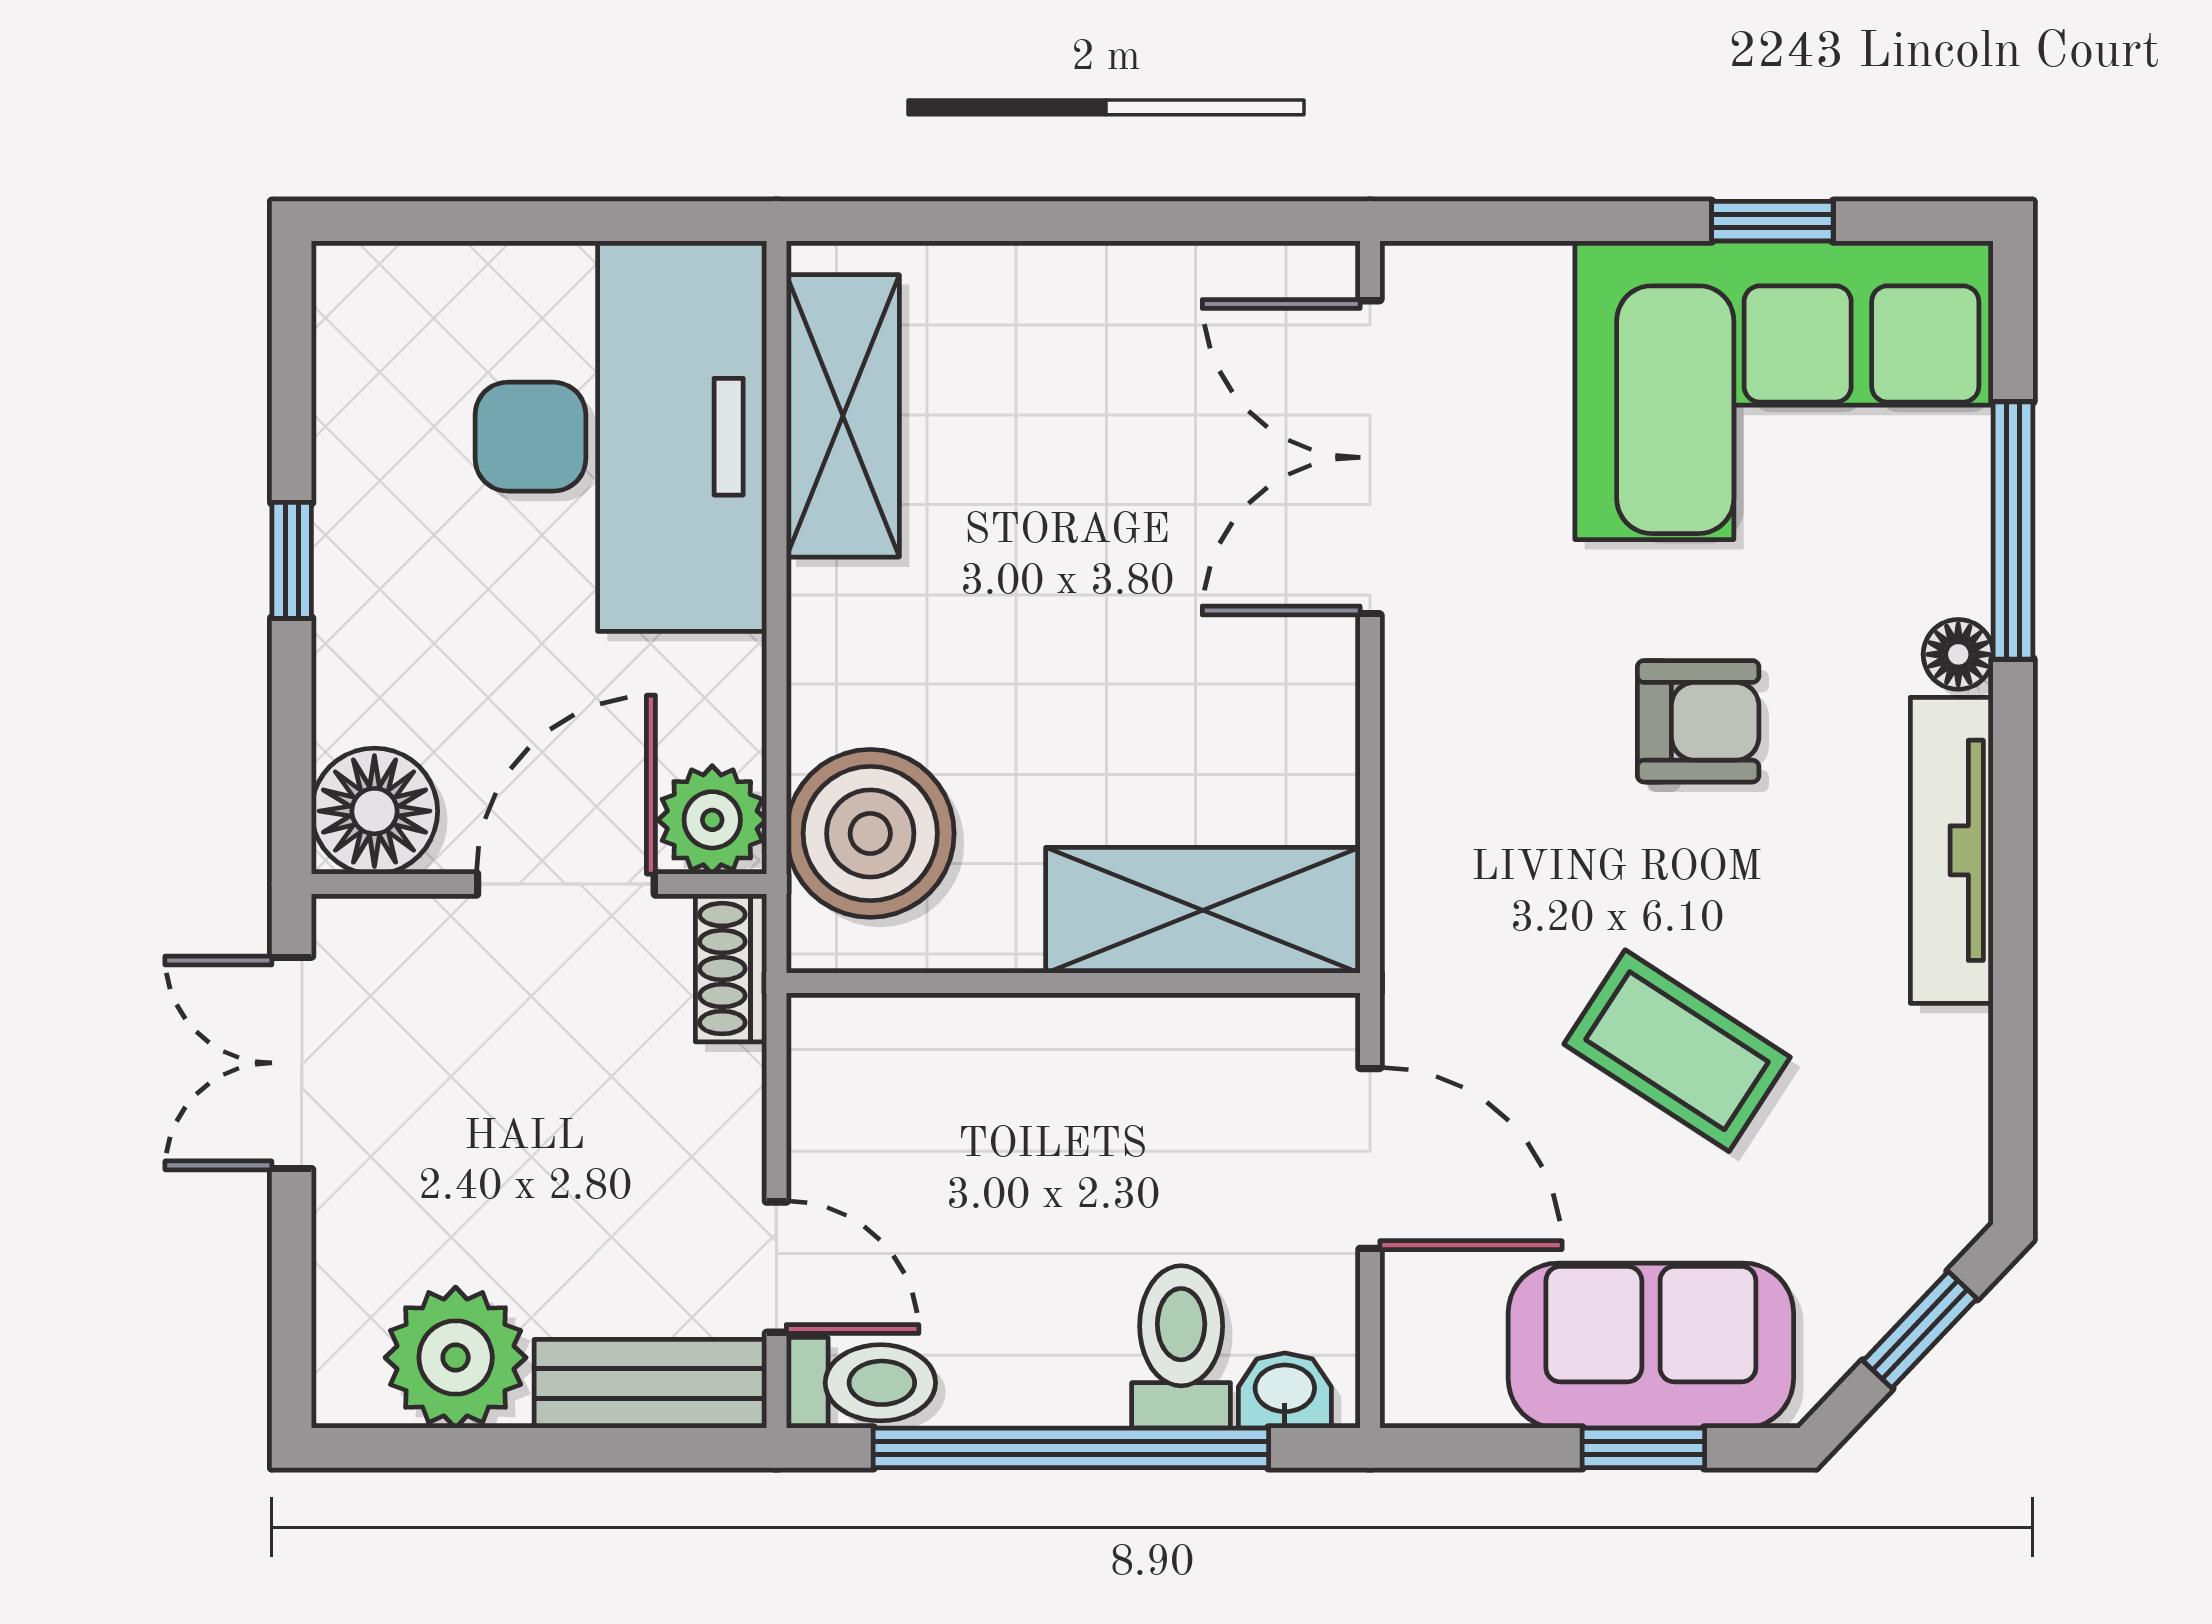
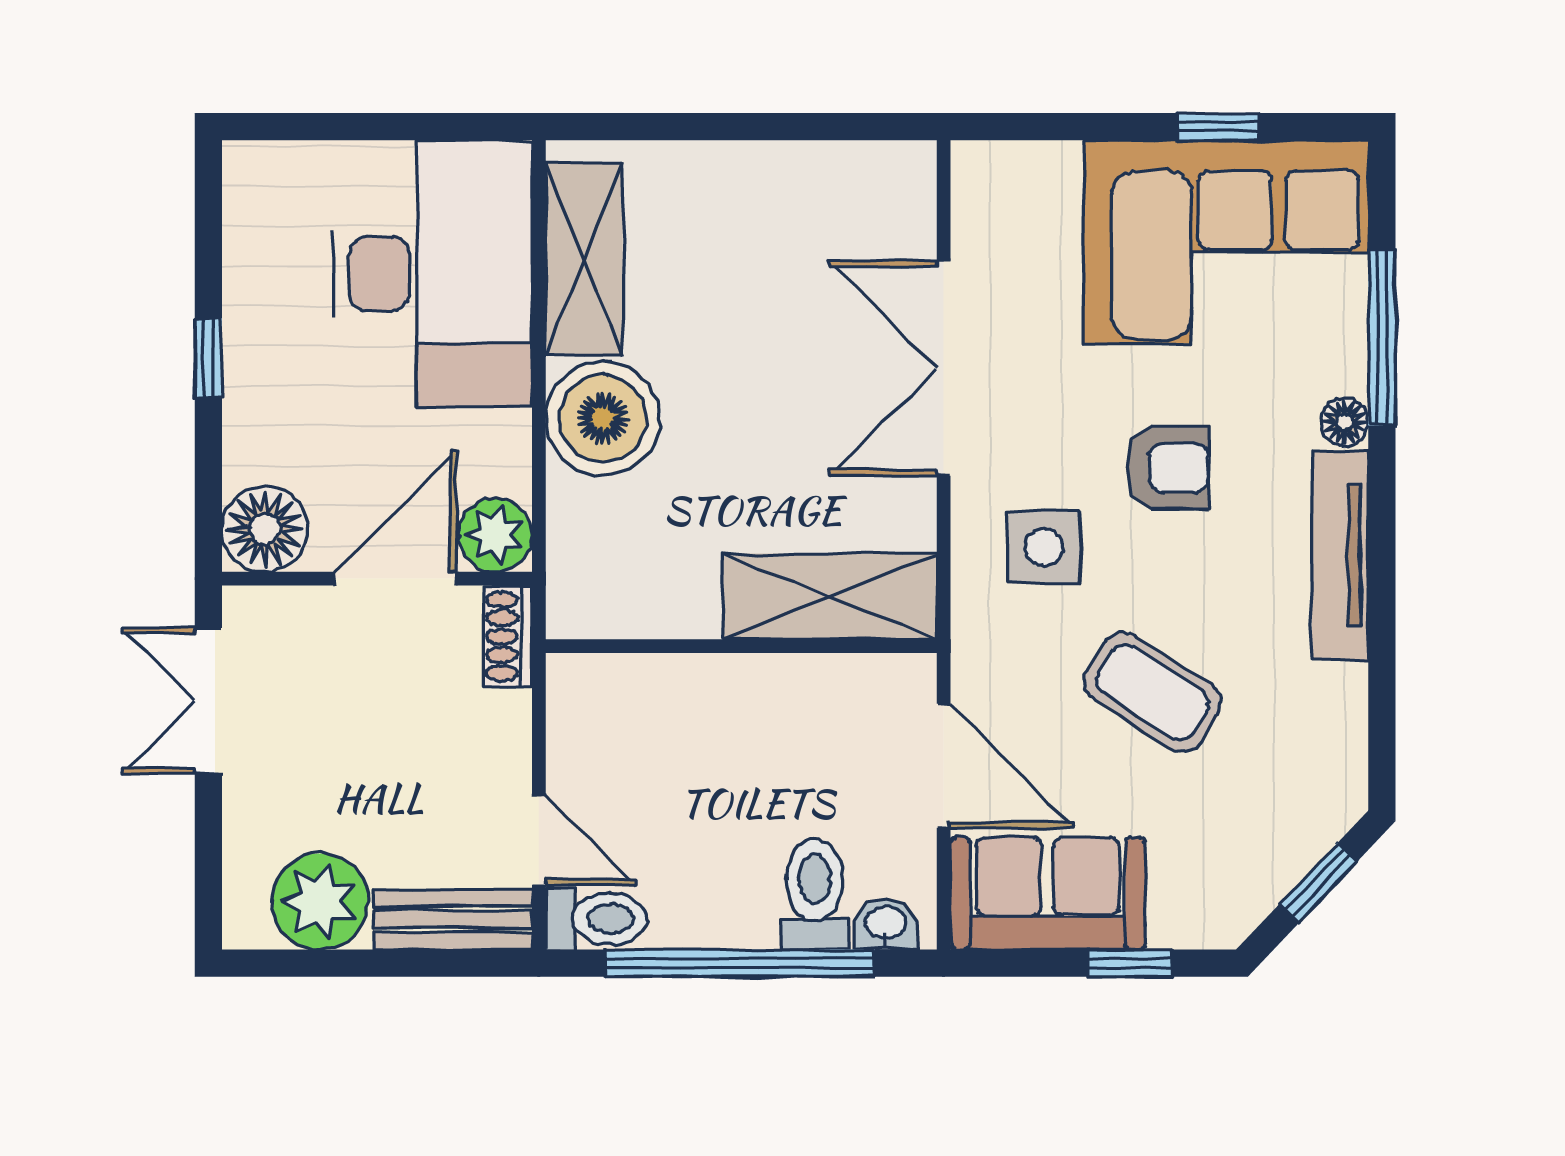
double door: (1370, 457) -> (944, 368), moved
boiler: (870, 833) -> (603, 418), moved
side table: (1517, 838) -> (1044, 547), added
sofa: (1651, 1346) -> (1048, 893), moved

